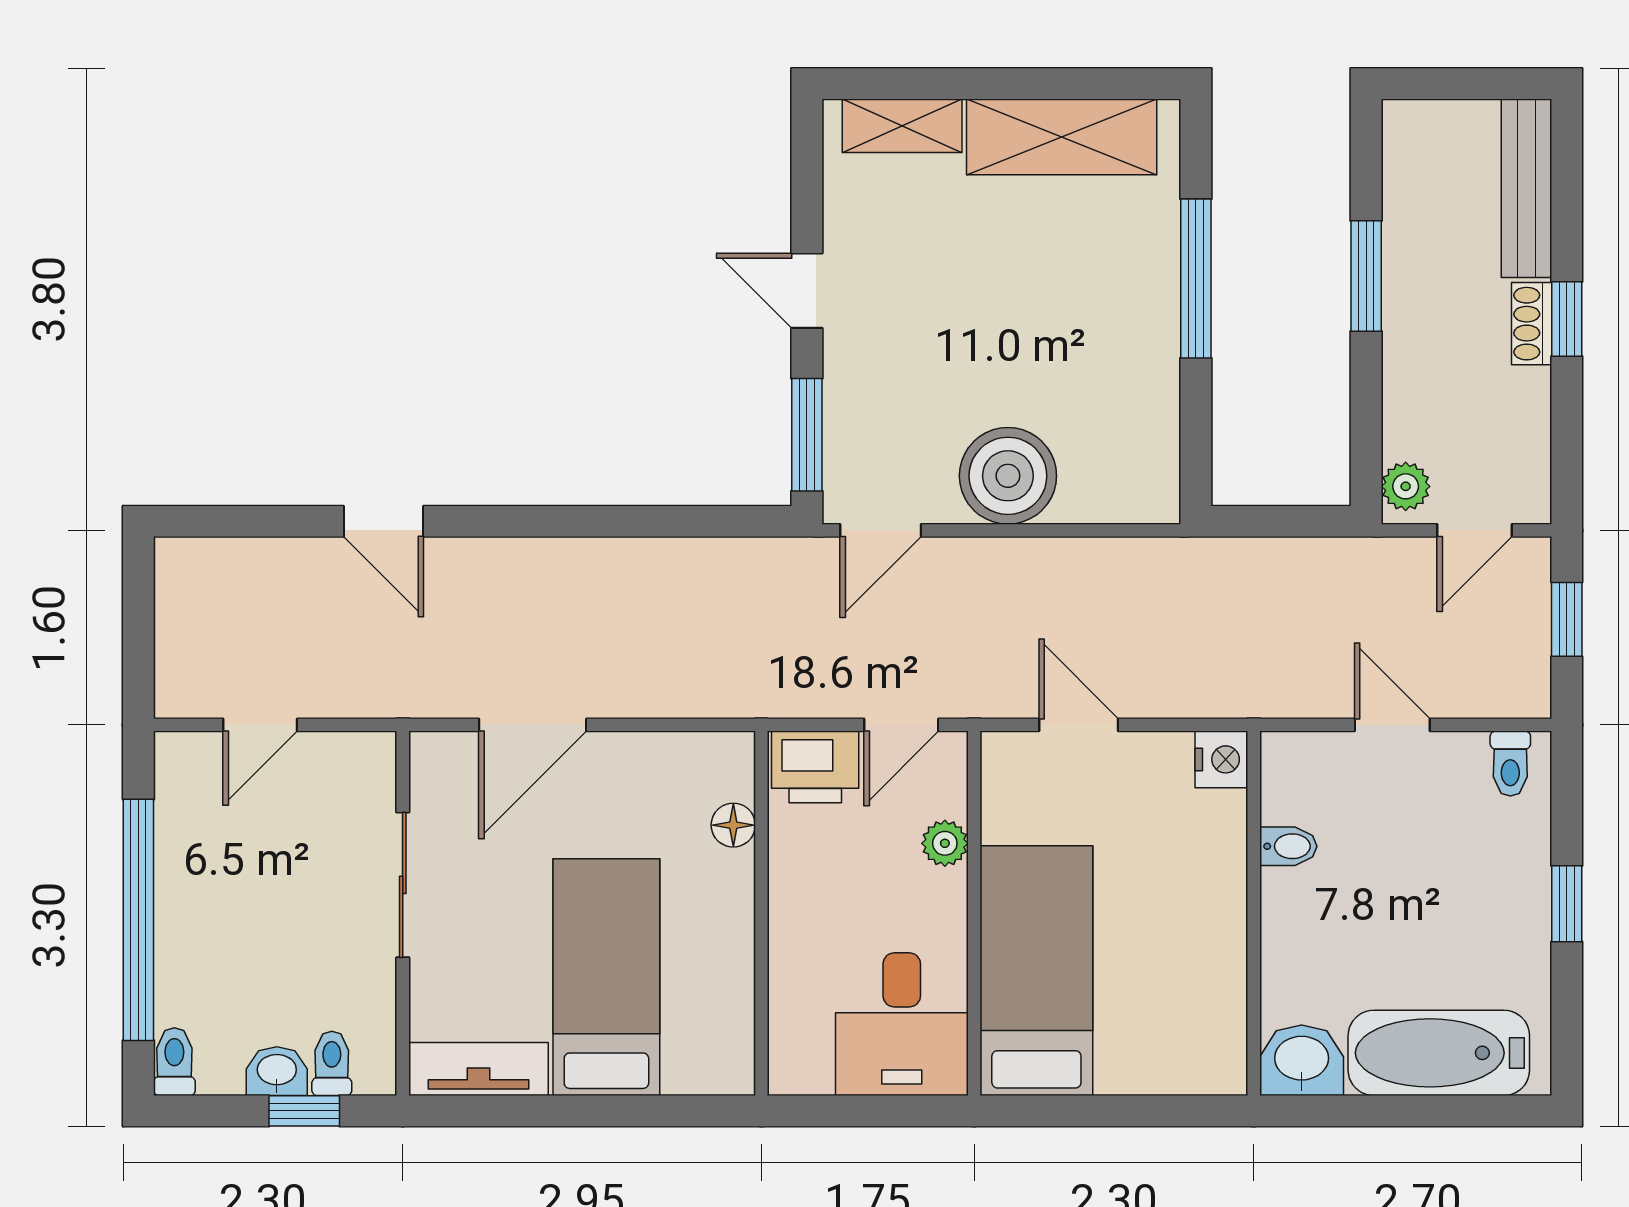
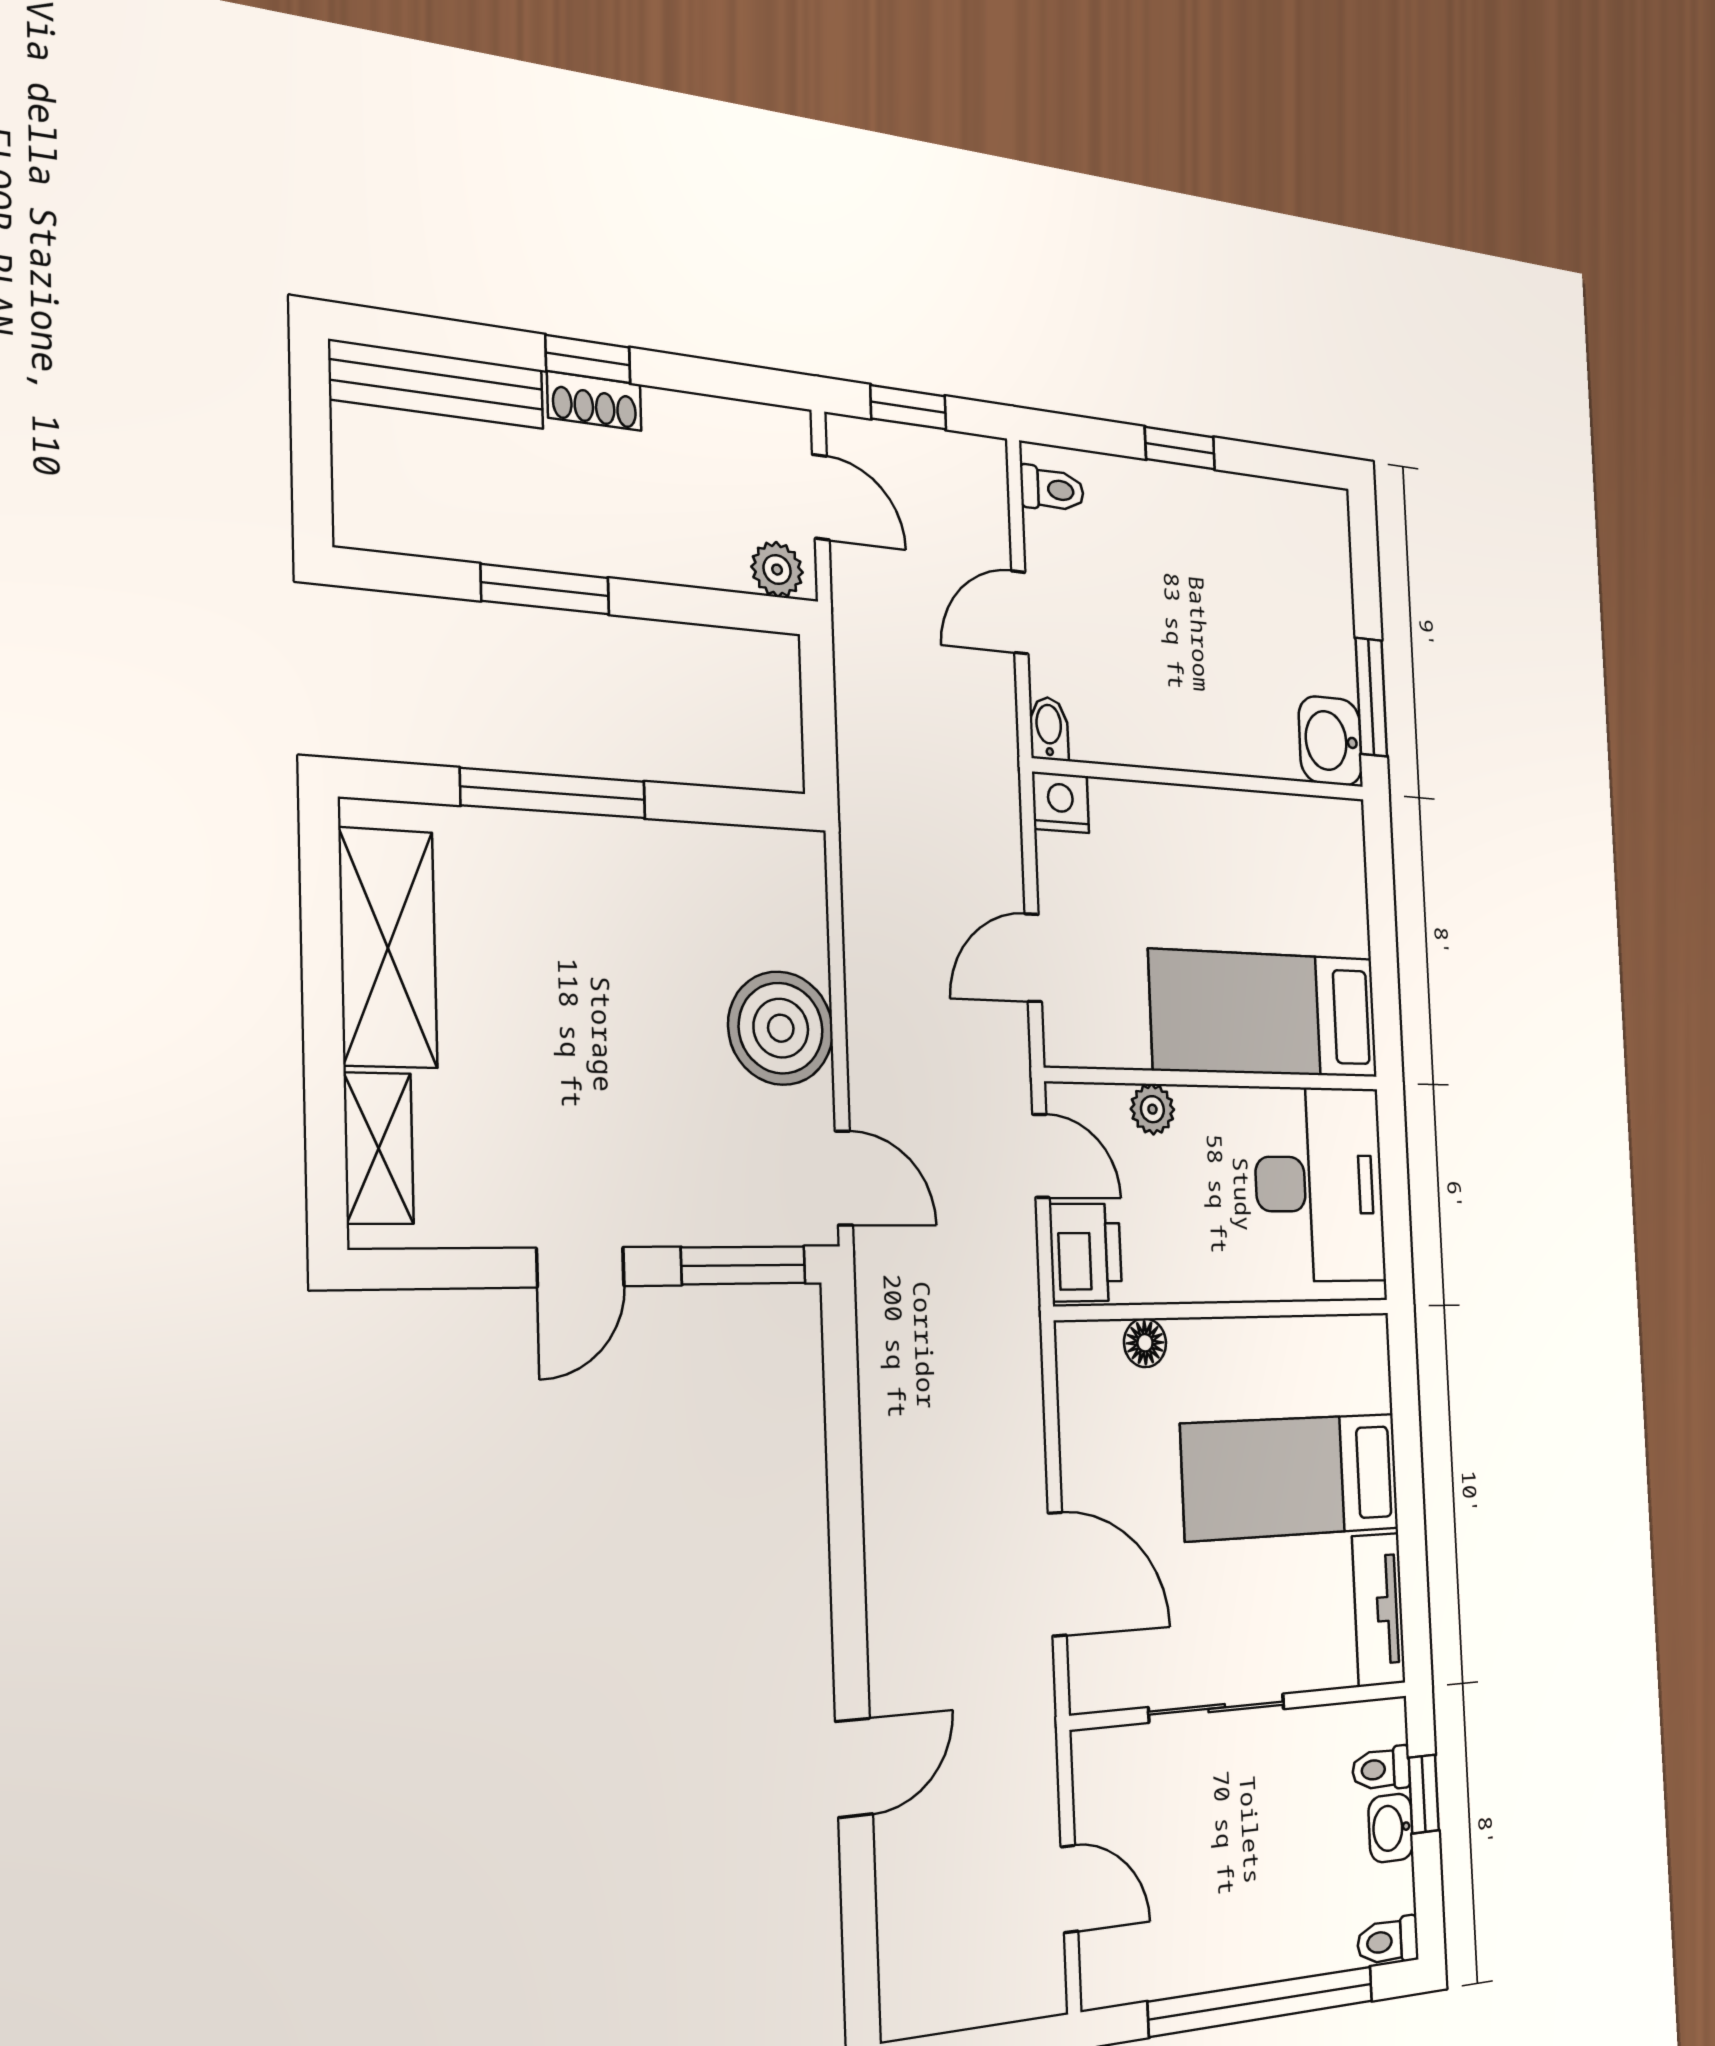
bidet: (1288, 846) -> (1049, 729), moved
desk: (902, 1024) -> (1320, 1184), width x1.37
bathtub: (1439, 1053) -> (1317, 599), removed
window: (1348, 1111) -> (1371, 697), added

